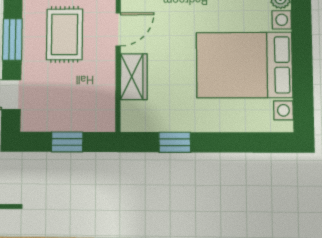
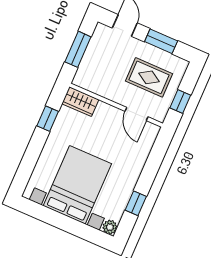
wardrobe: (134, 77) -> (80, 102), moved
window: (67, 142) -> (78, 49), width x1.50

